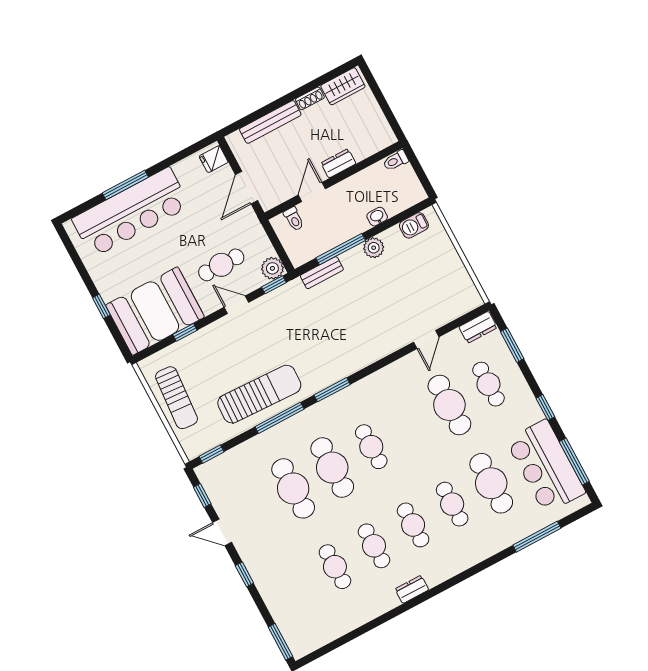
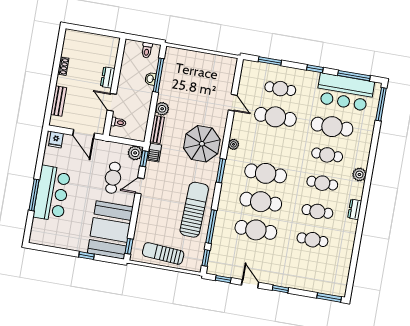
wardrobe: (343, 86) -> (70, 44), removed
bench: (270, 122) -> (59, 101), width x0.73
toilet: (396, 161) -> (147, 50), moved
bar counter: (131, 212) -> (52, 193), width x0.73
barbecue: (414, 225) -> (154, 152), moved
plant: (374, 248) -> (162, 109), moved
window: (341, 249) -> (159, 75), moved
dresser: (478, 327) -> (247, 71), removed
window: (185, 332) -> (129, 246), moved
parasol: (347, 341) -> (202, 144), added
plant: (376, 380) -> (234, 144), added
sun lounger: (176, 398) -> (163, 253), turned 180
window: (279, 418) -> (211, 227), moved
cafe table: (371, 447) -> (266, 173), width x1.37, depth x1.35
door: (222, 532) -> (250, 284), swing flipped
window: (537, 537) -> (381, 104), moved
plant: (459, 562) -> (359, 175), added

